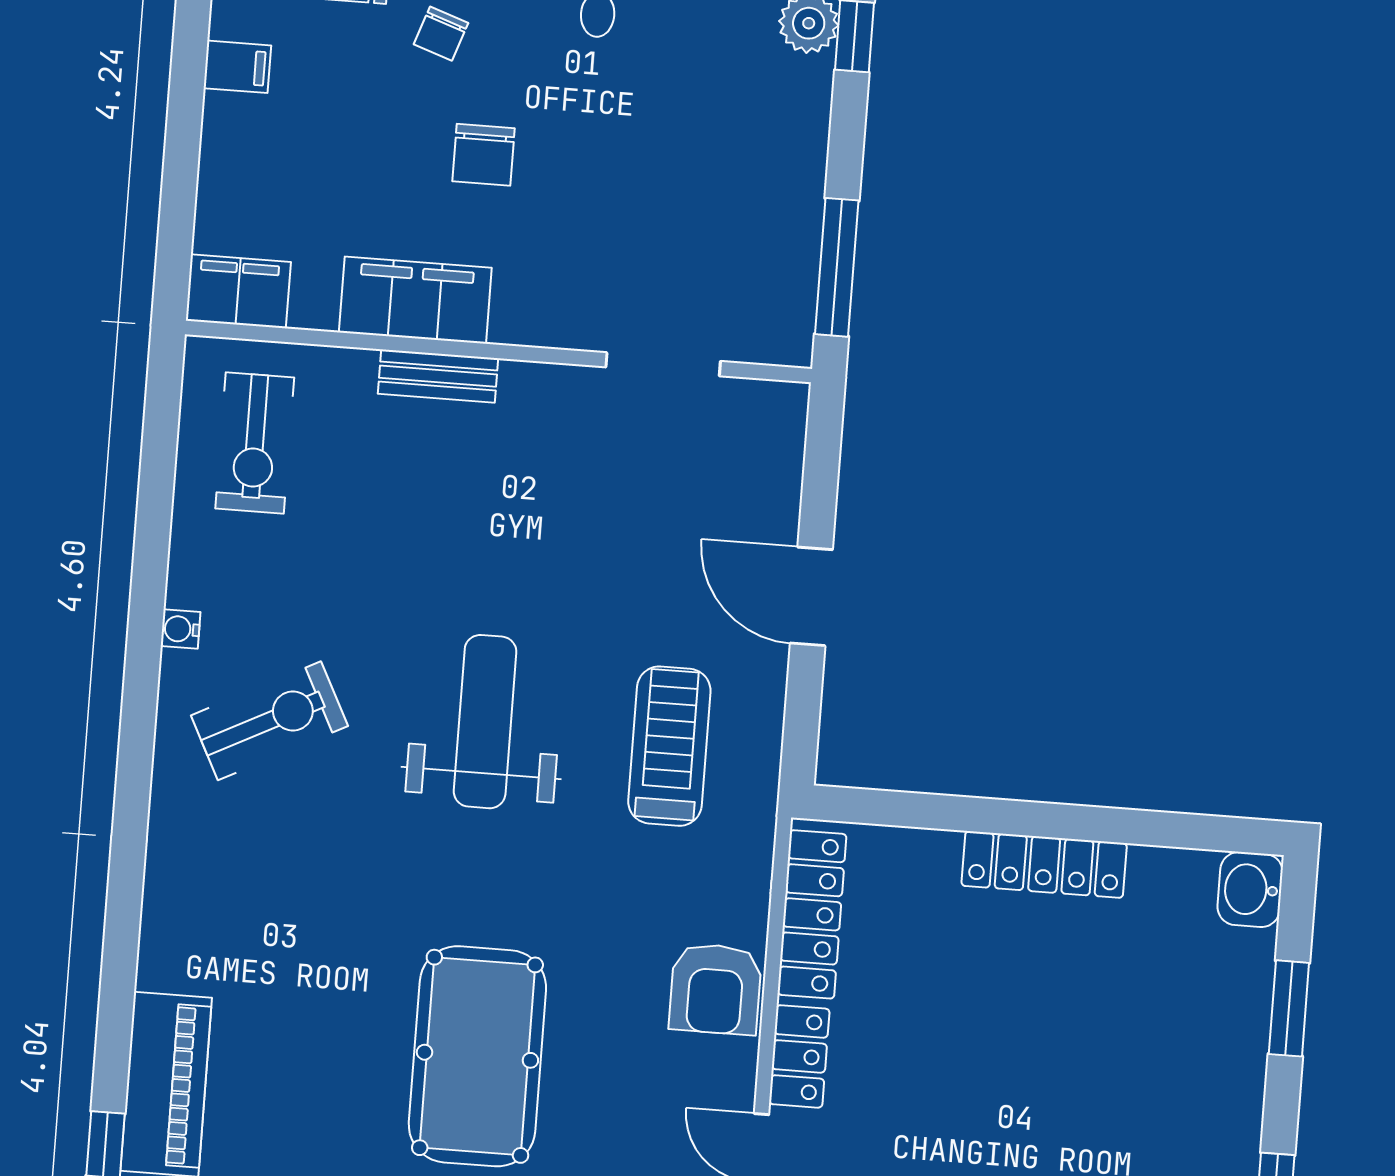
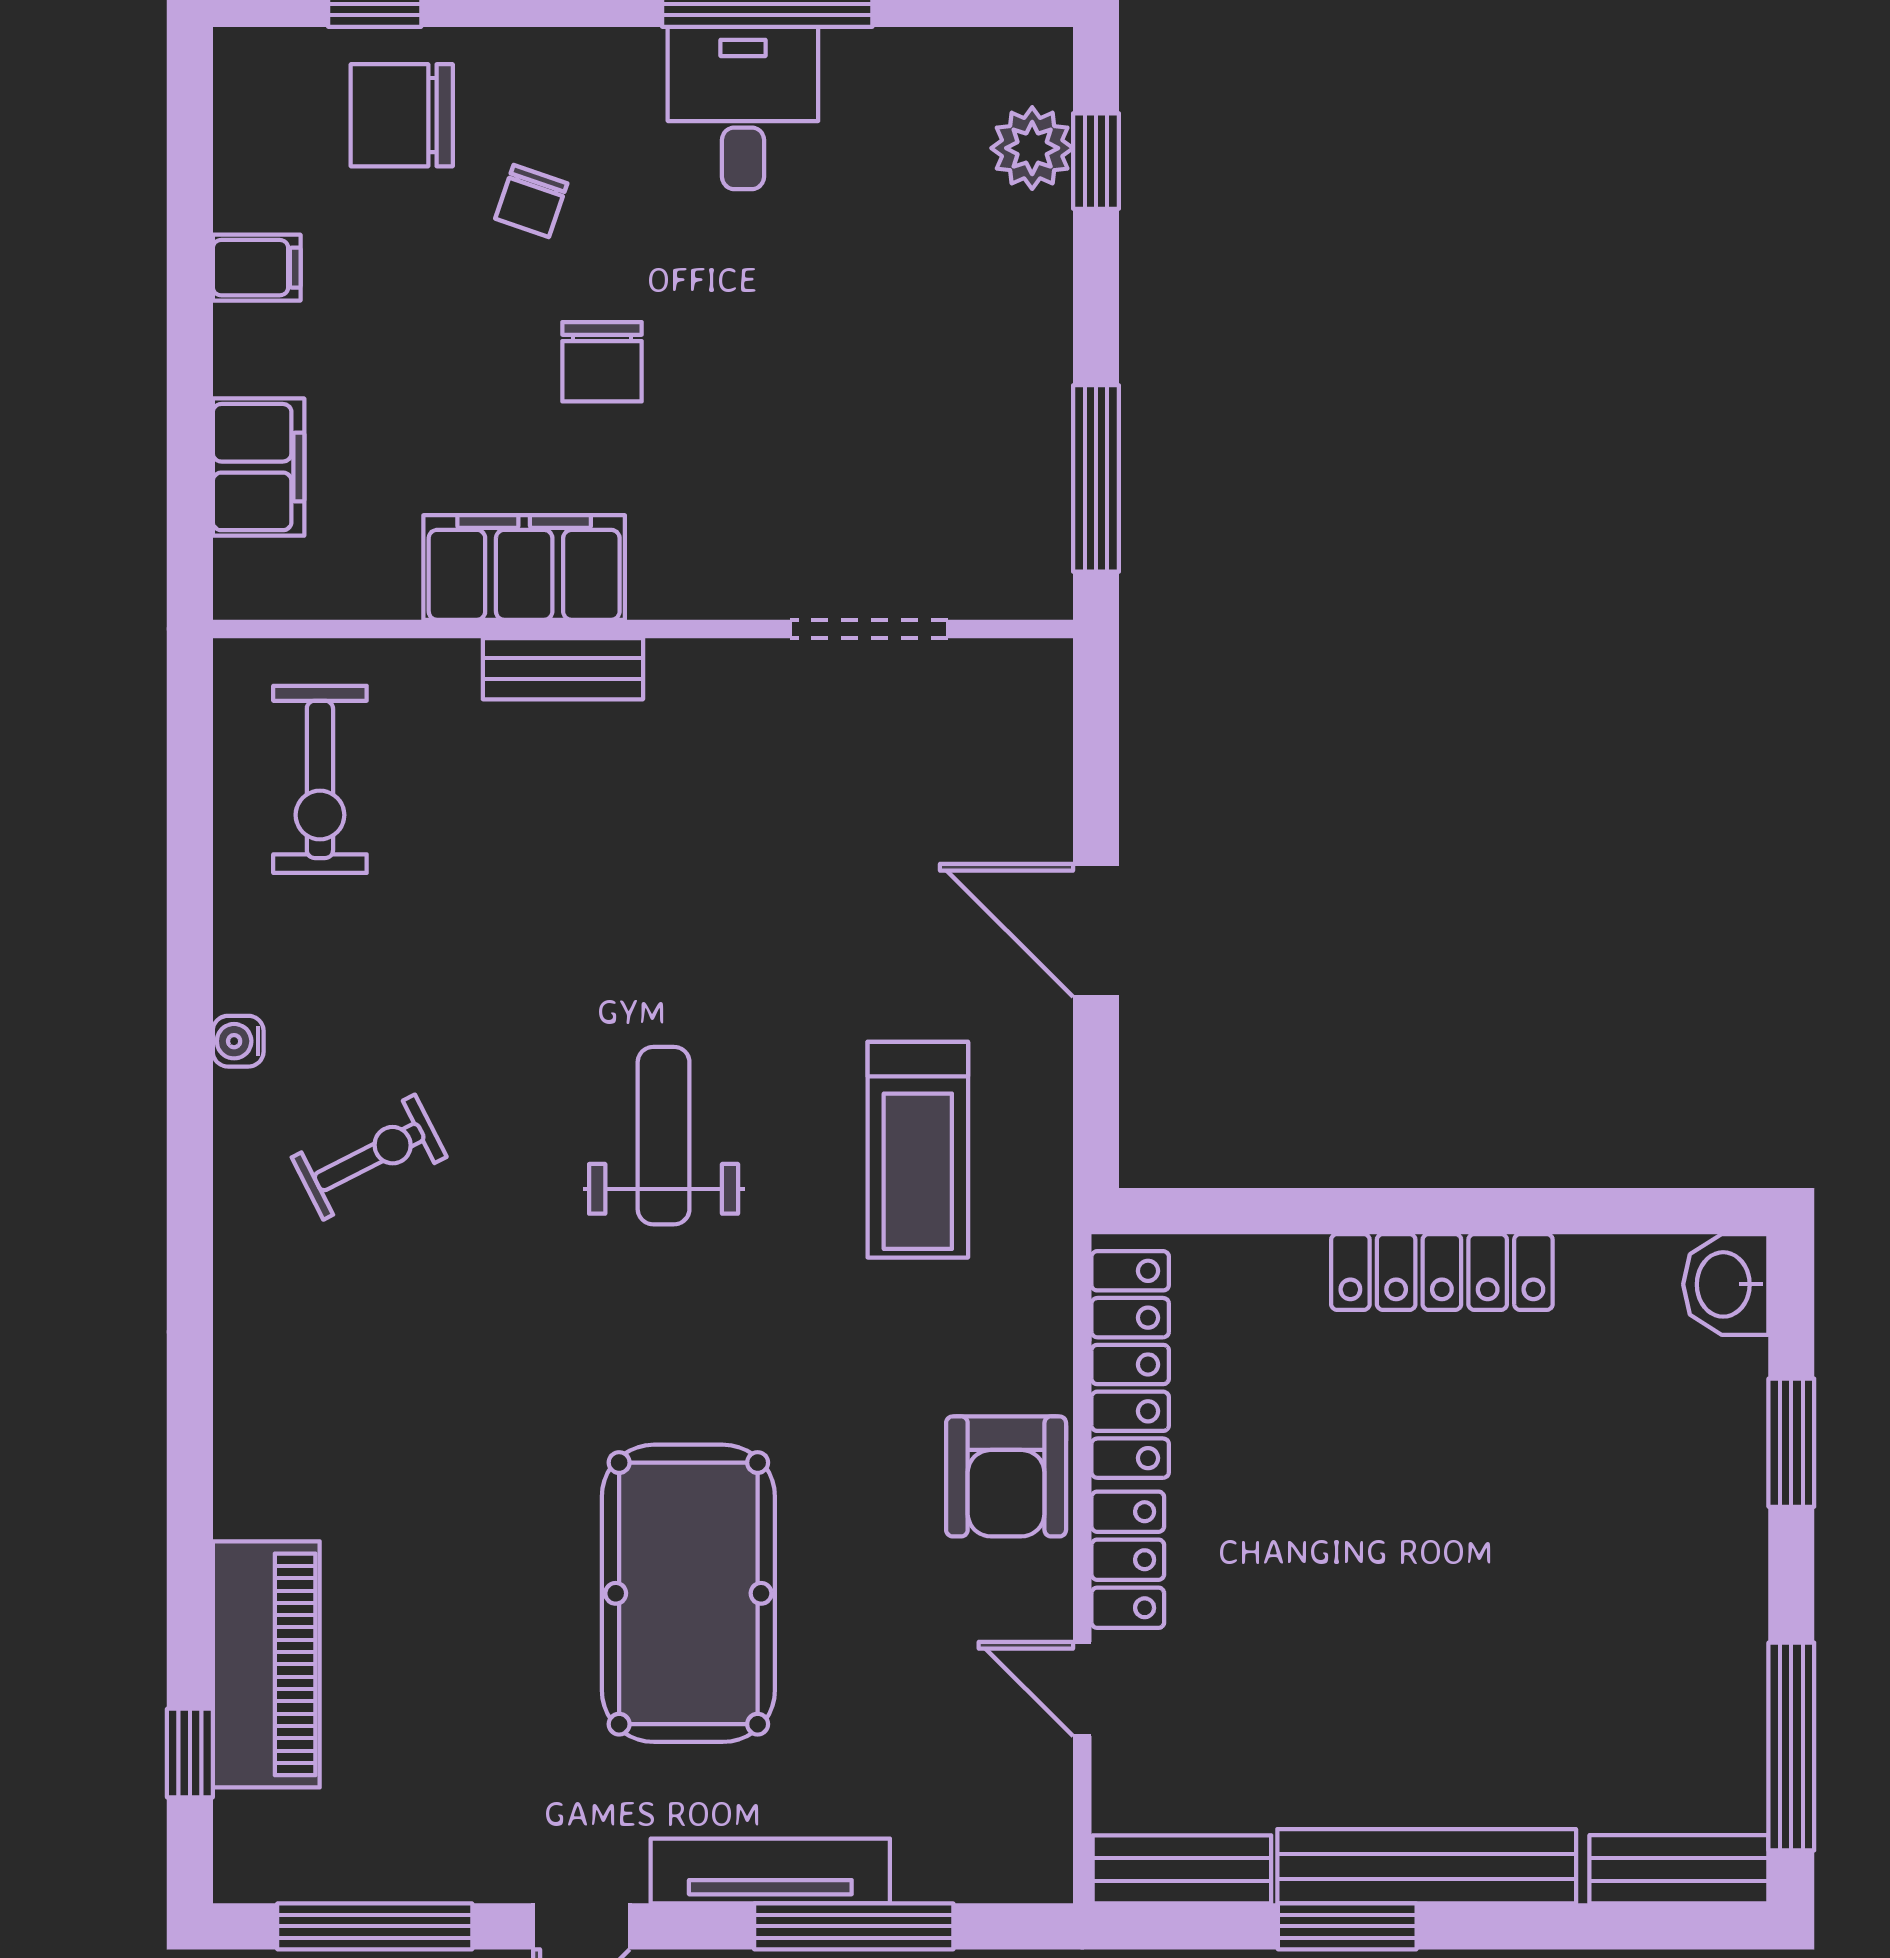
filing cabinet: (238, 291) -> (259, 467), moved, turned 90
exercise bike: (269, 721) -> (369, 1157), width x0.73, depth x0.72
weight bench: (485, 722) -> (664, 1136), width x0.73, depth x0.75
treadmill: (669, 746) -> (918, 1150), turned 180

